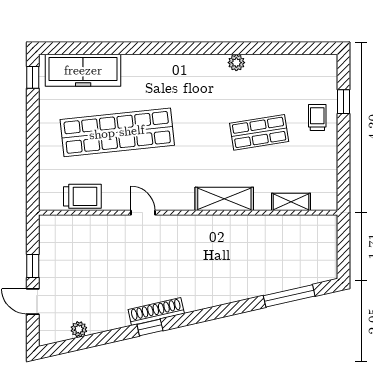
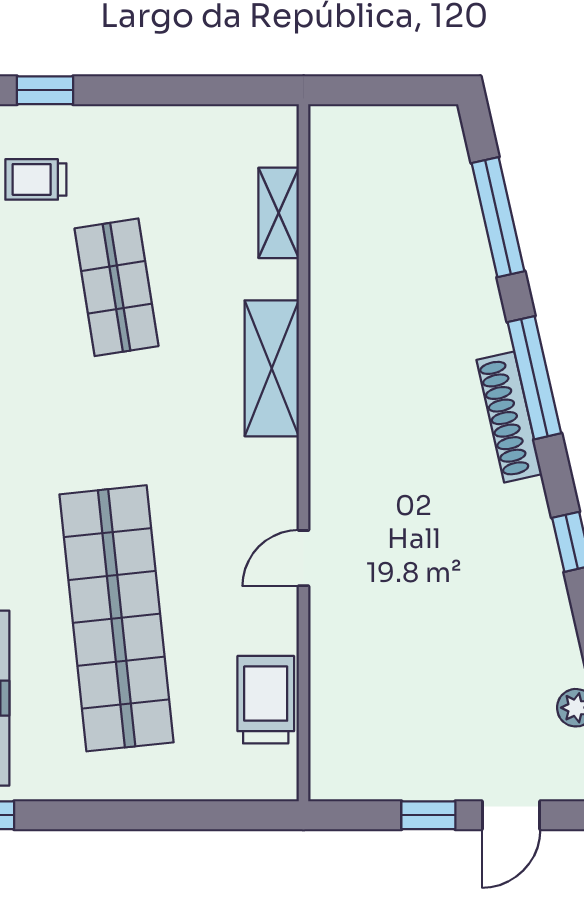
trolley: (317, 118) -> (36, 179), moved
shoe rack: (156, 311) -> (509, 417), moved
window: (220, 311) -> (534, 378), added

